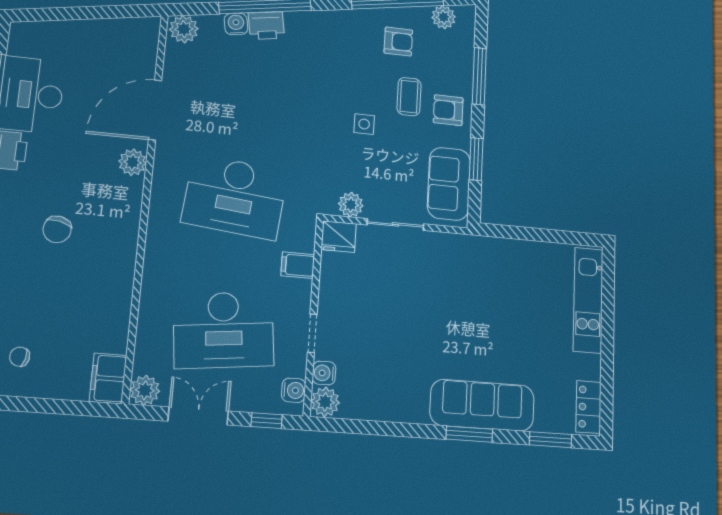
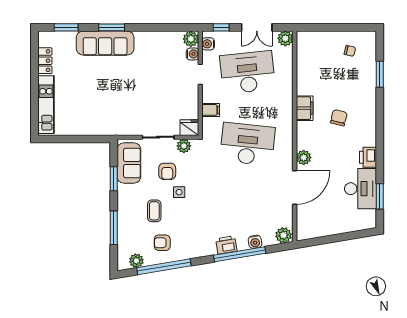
printer: (266, 26) -> (226, 245), moved
armchair: (448, 110) -> (167, 171), moved, turned 90
filing cabinet: (108, 378) -> (305, 108), moved
locker: (589, 407) -> (45, 61), moved

